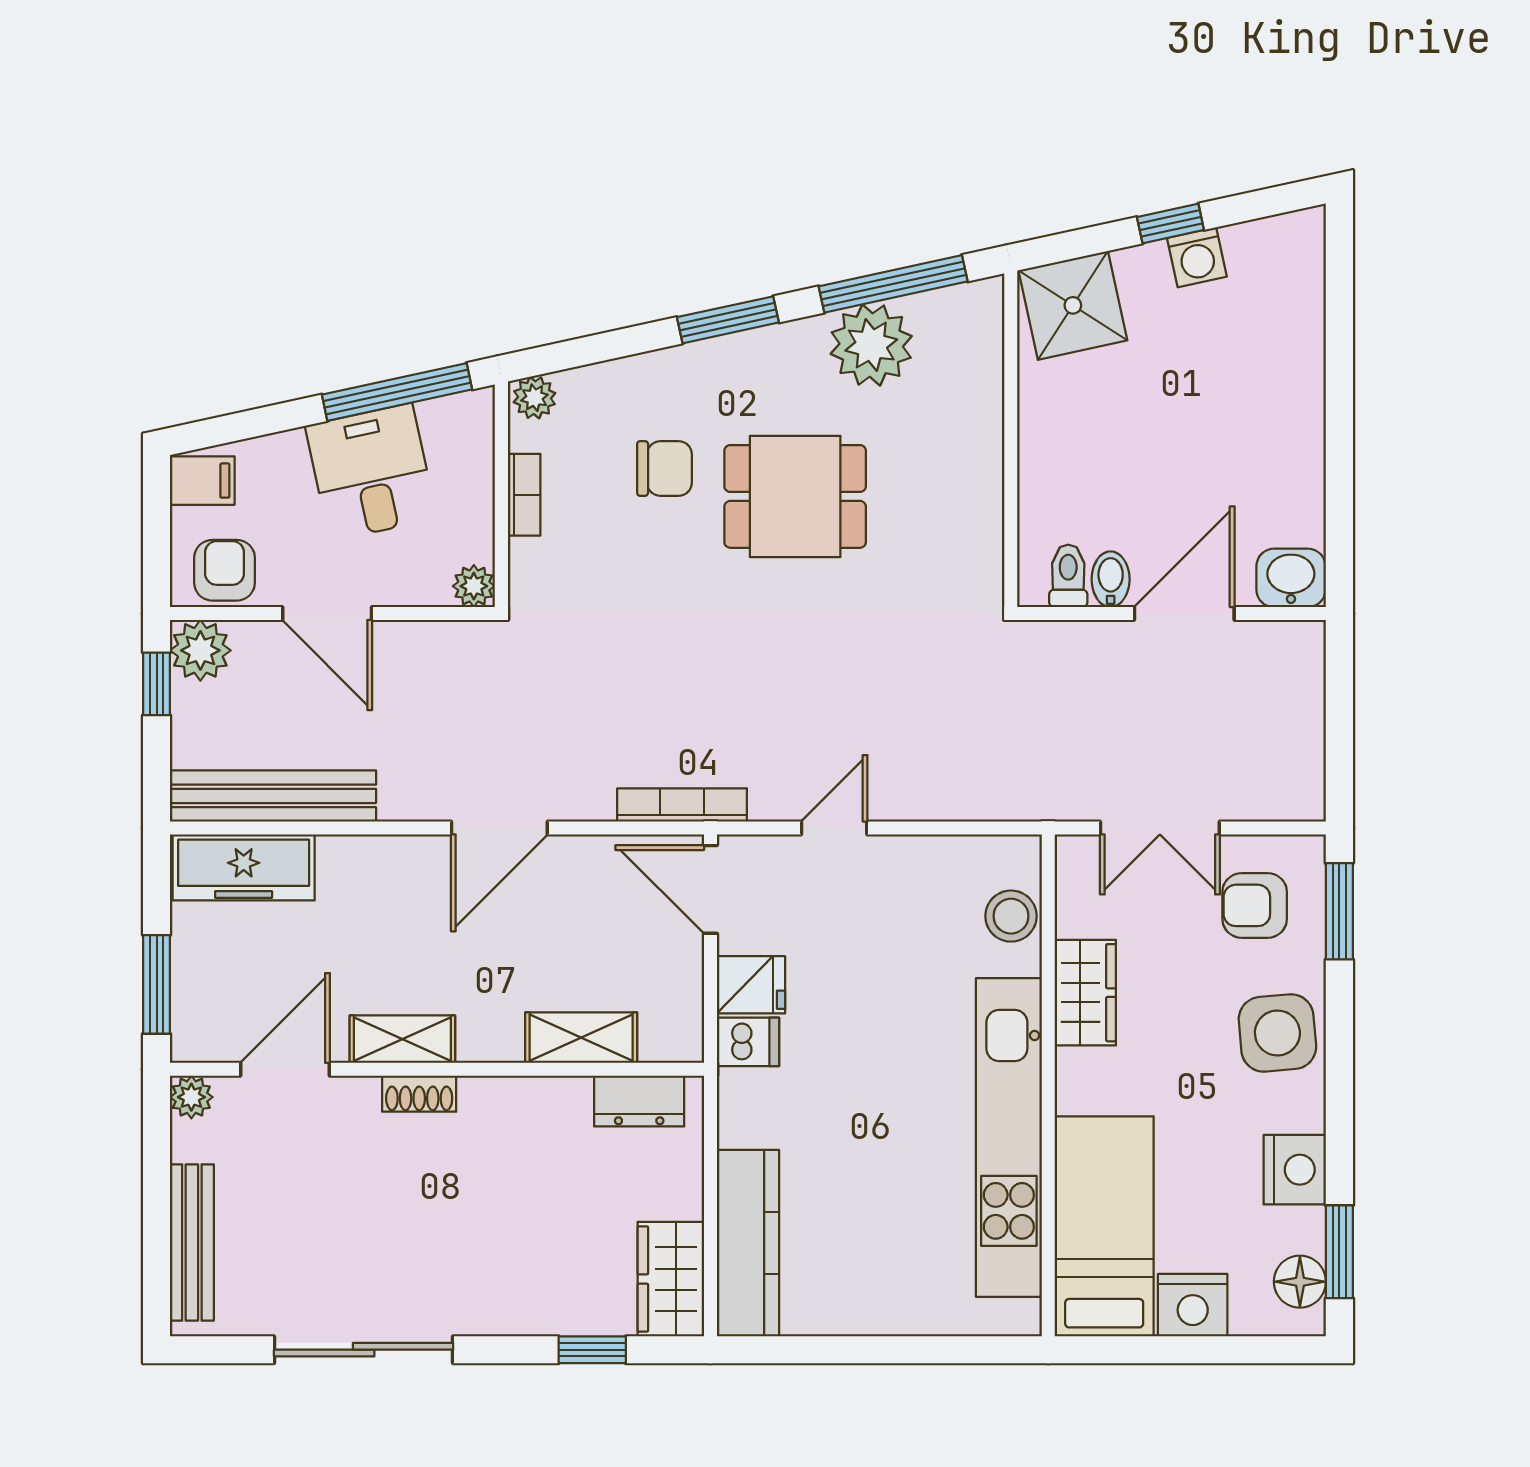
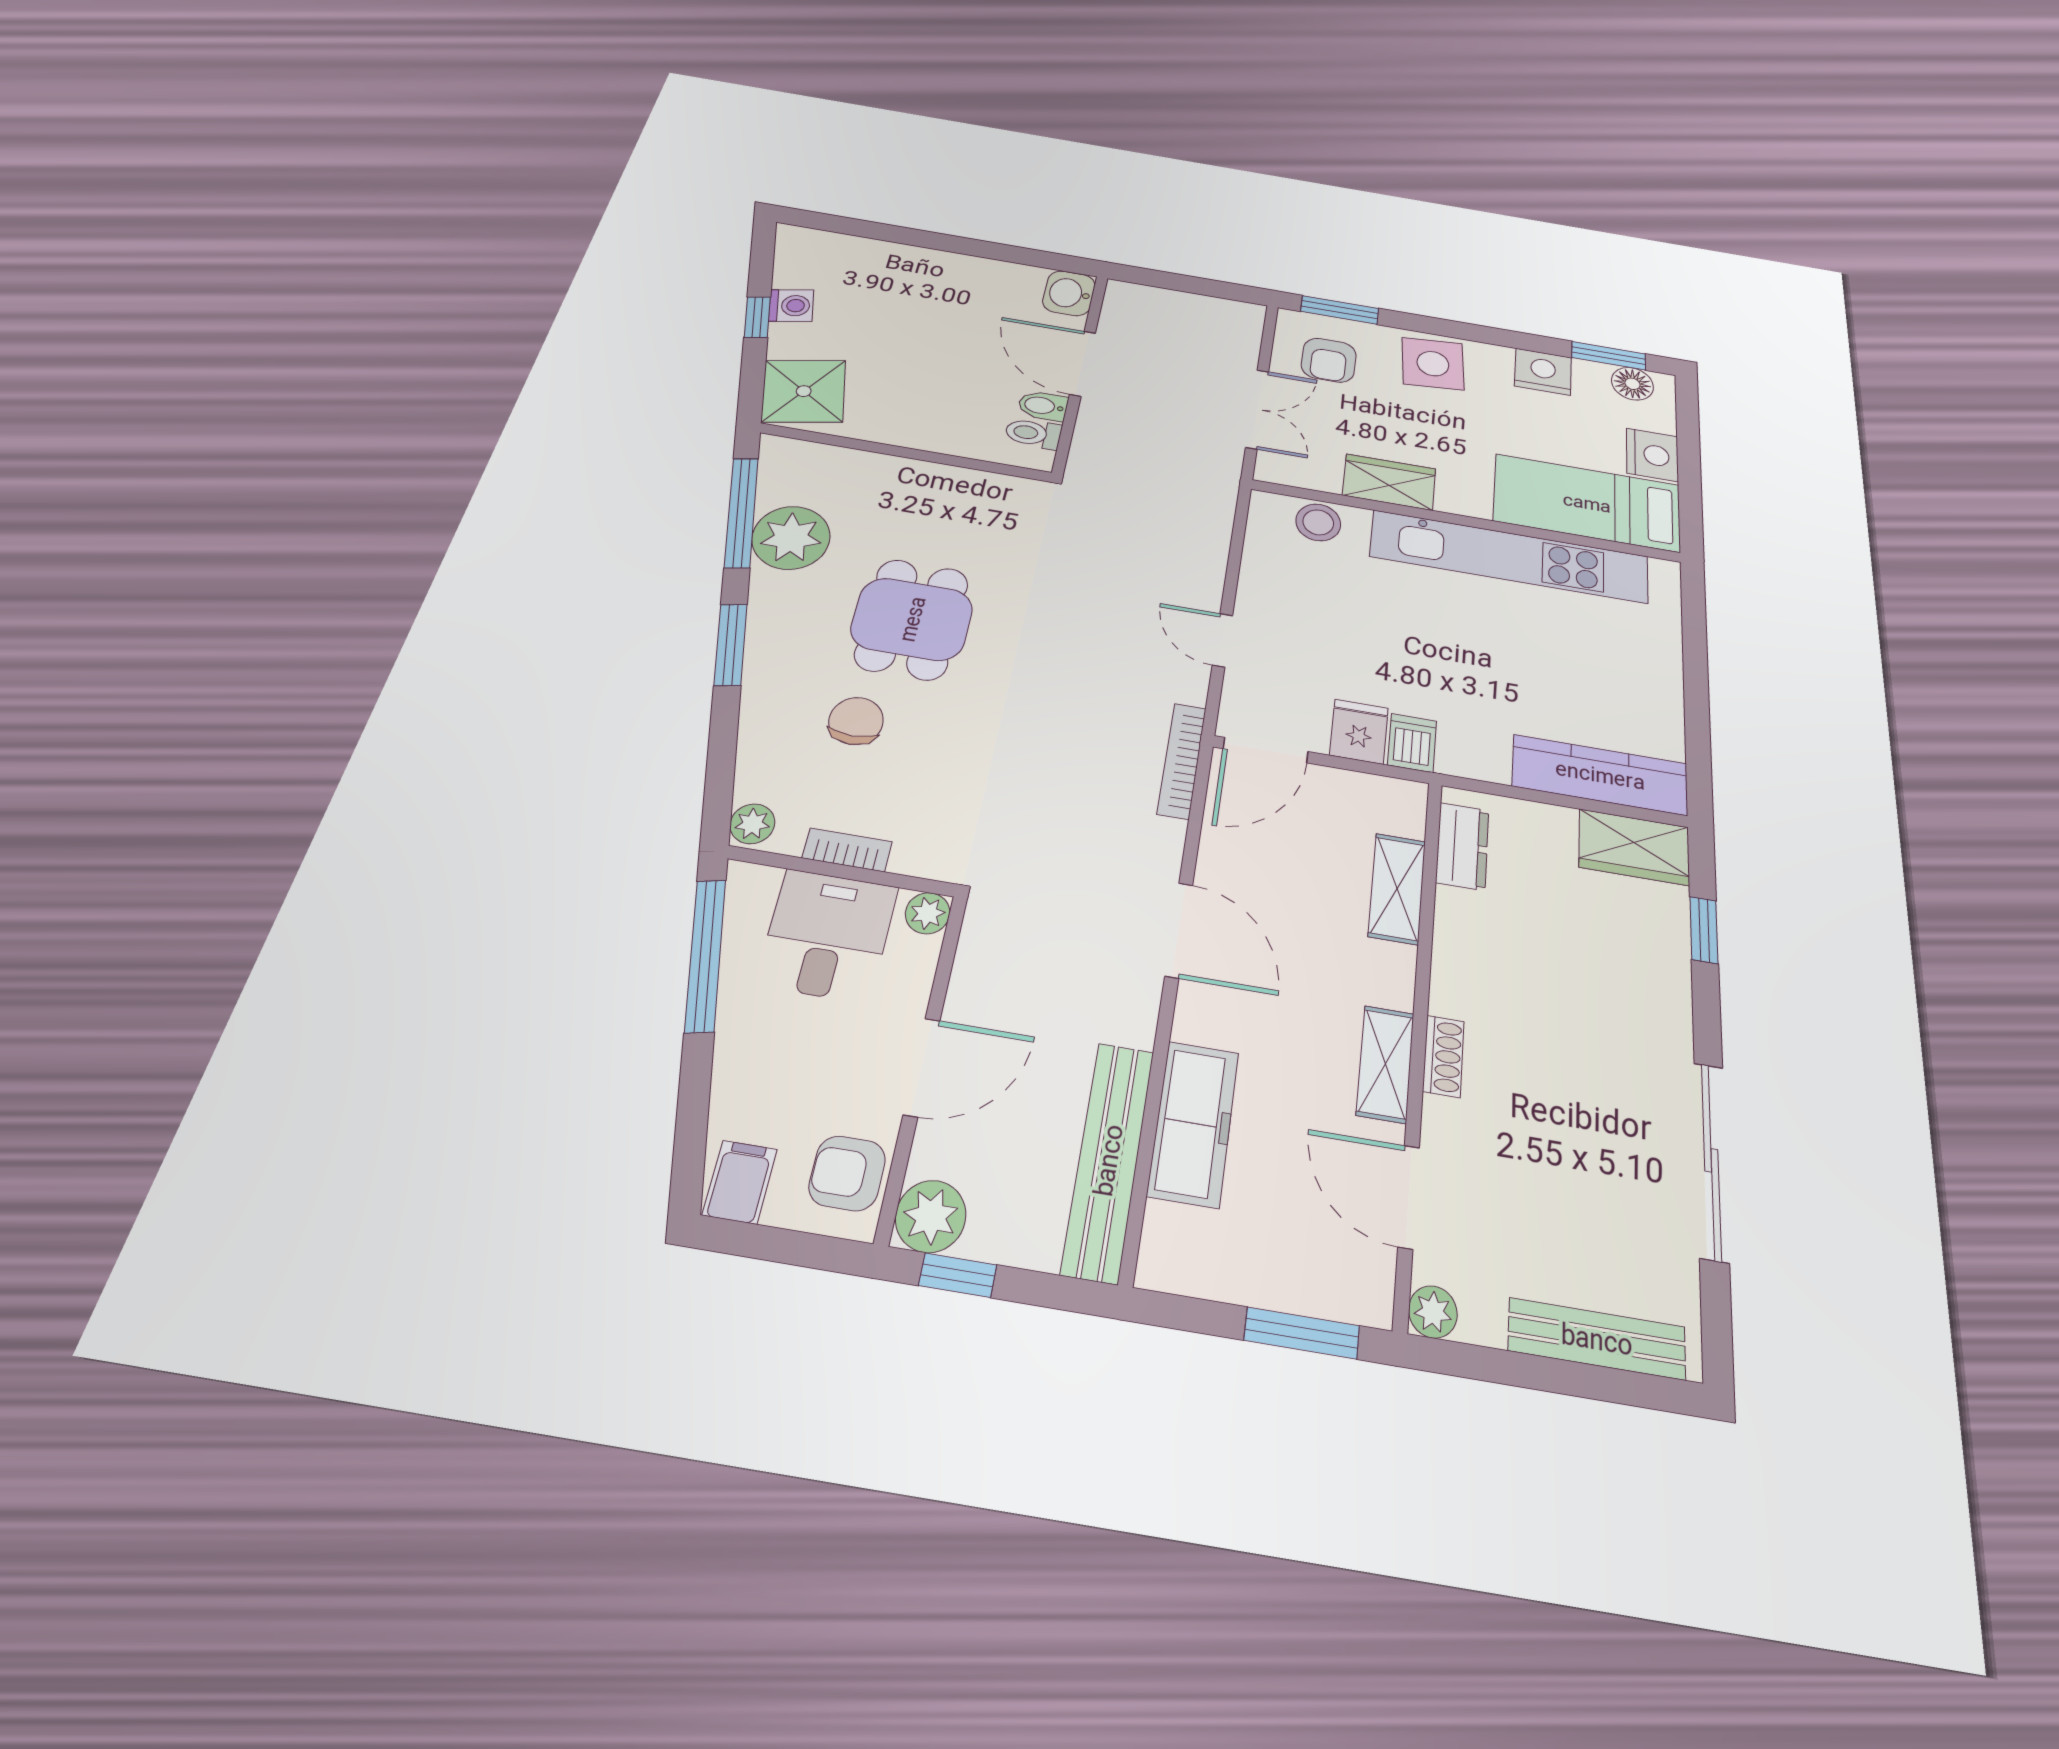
desk: (371, 472) -> (827, 935), moved, turned 102
freezer: (244, 867) -> (1193, 1123), moved

